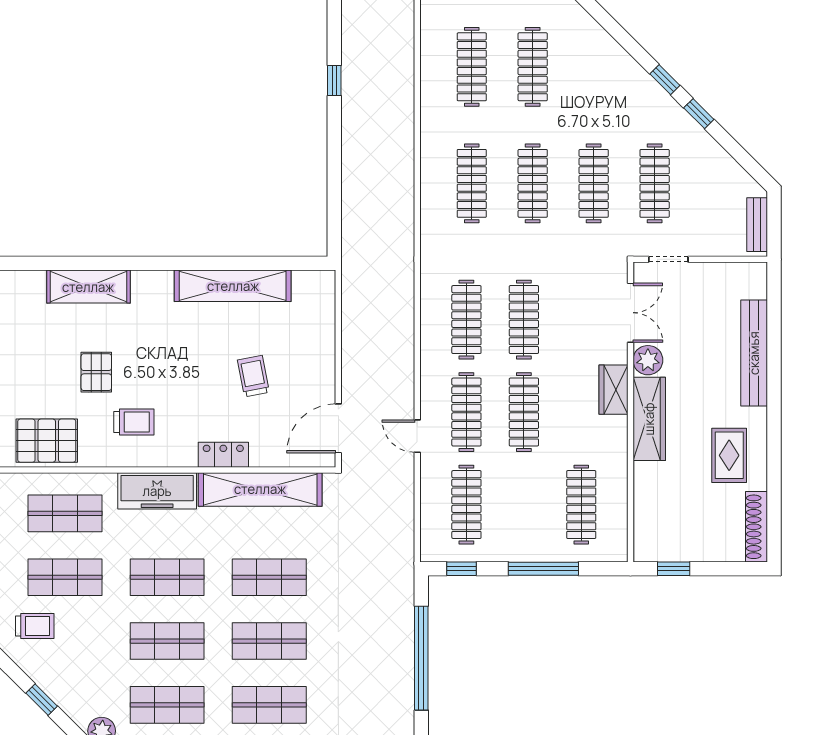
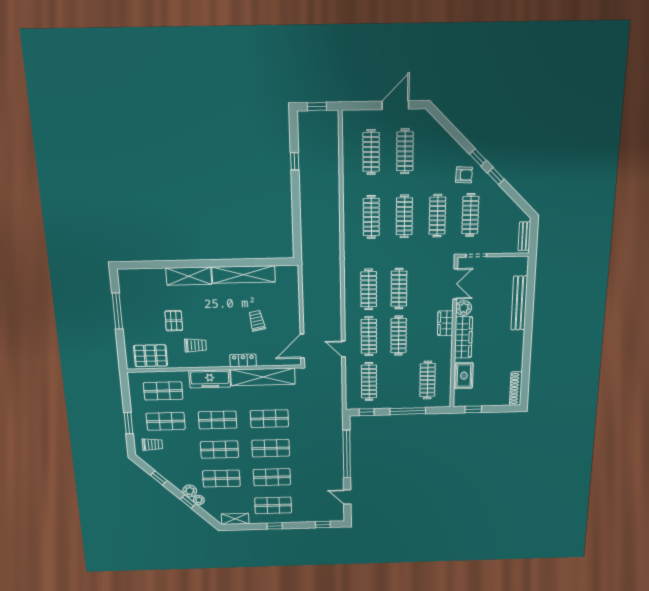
armchair: (641, 110) -> (464, 175), added
shelving: (88, 287) -> (189, 276), moved
rug: (729, 455) -> (464, 376), moved

